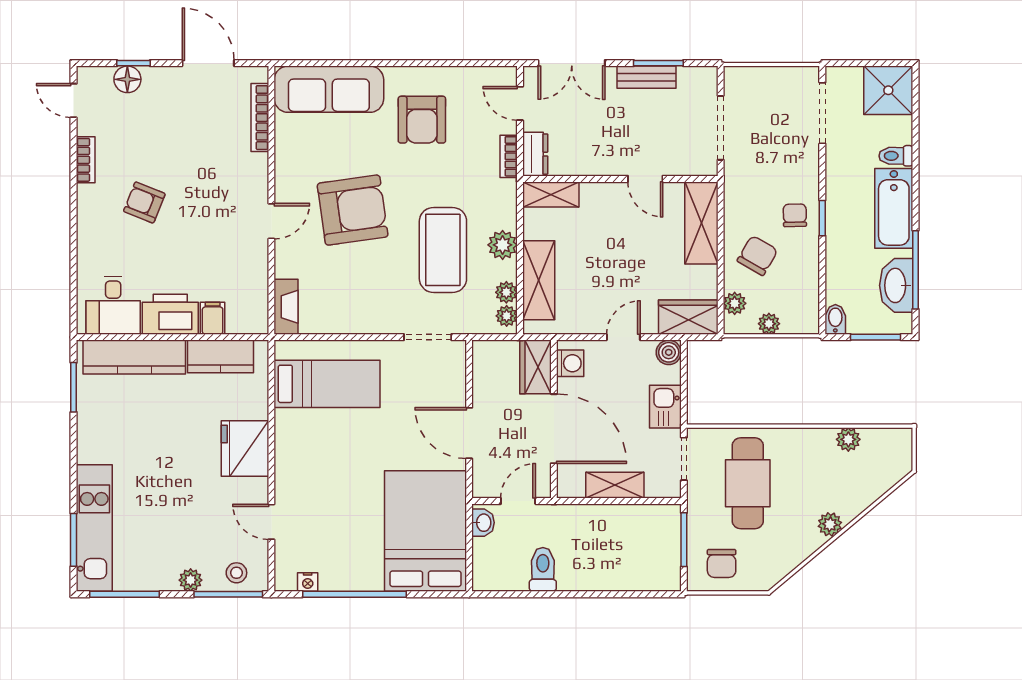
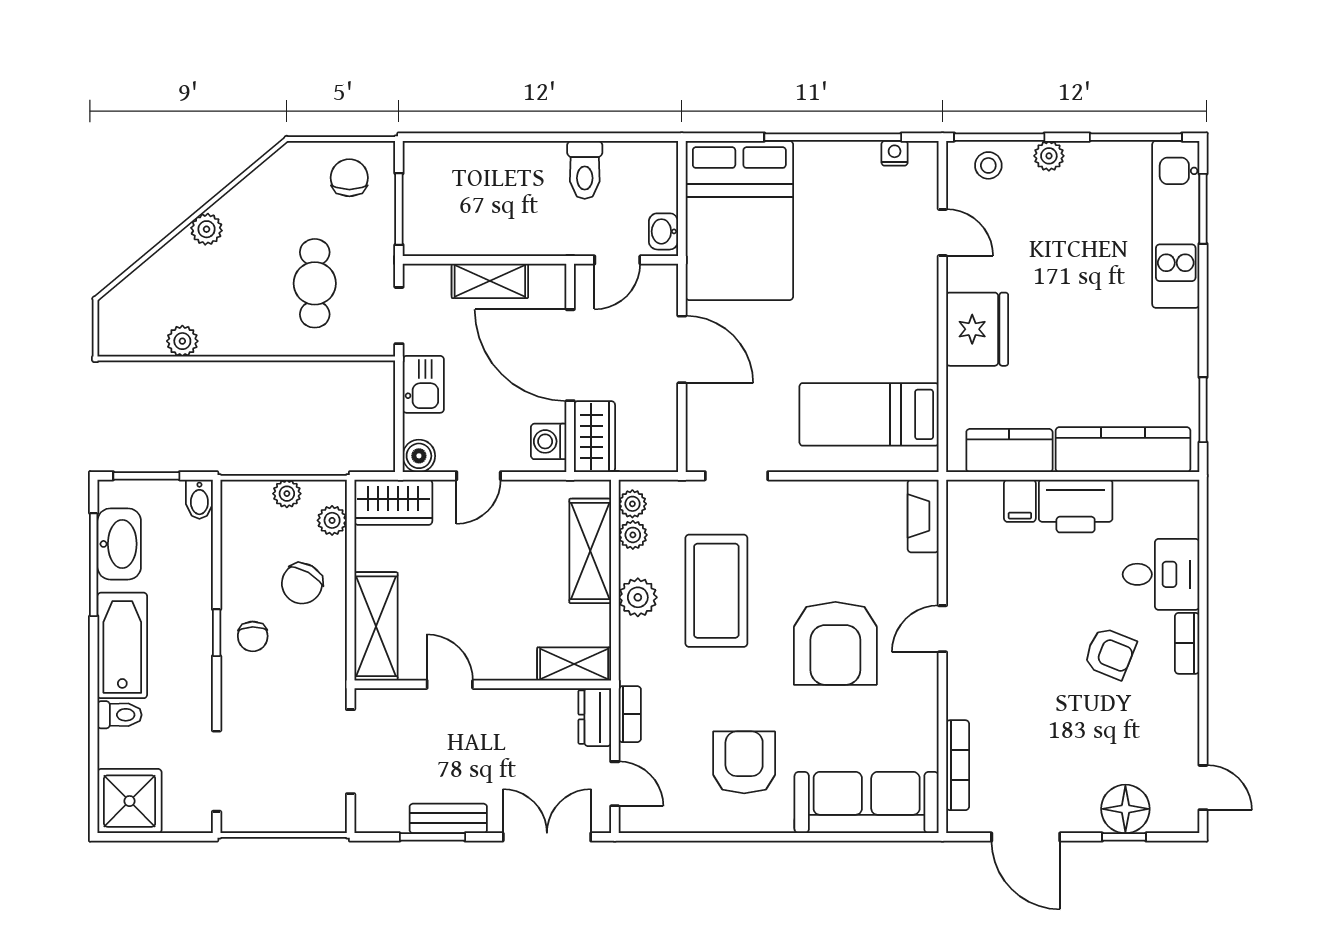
floor lamp: (127, 79) -> (1125, 809), width x1.38, depth x1.38
bookcase: (86, 160) -> (1187, 643), moved
armchair: (353, 210) -> (835, 643), turned -82
desk: (113, 305) -> (1161, 574), moved, turned 90
cafe table: (748, 483) -> (315, 283), width x0.73, depth x0.74

